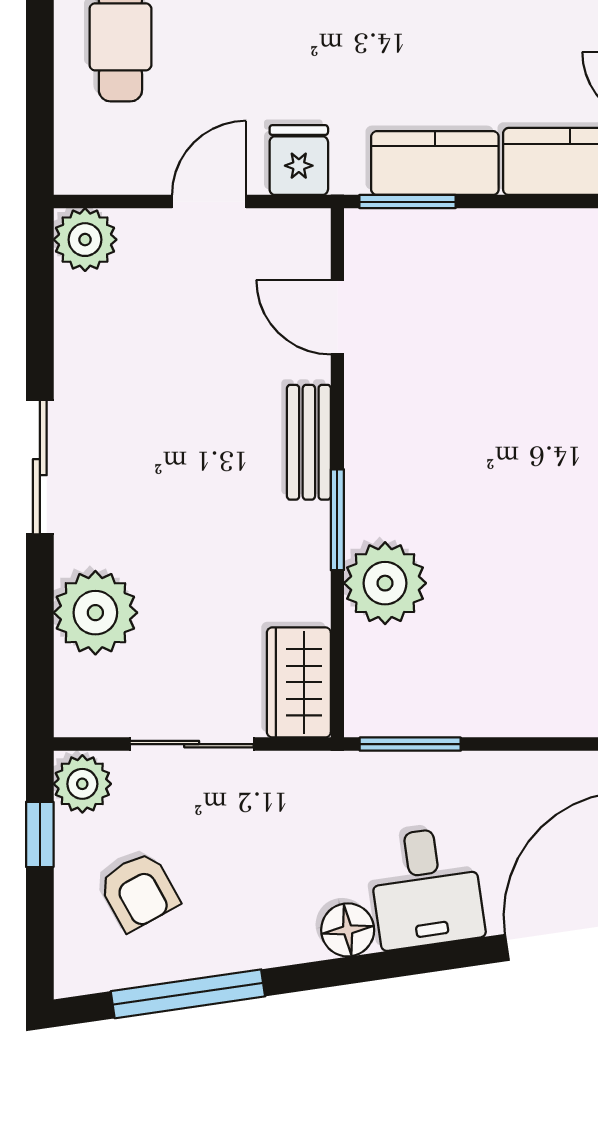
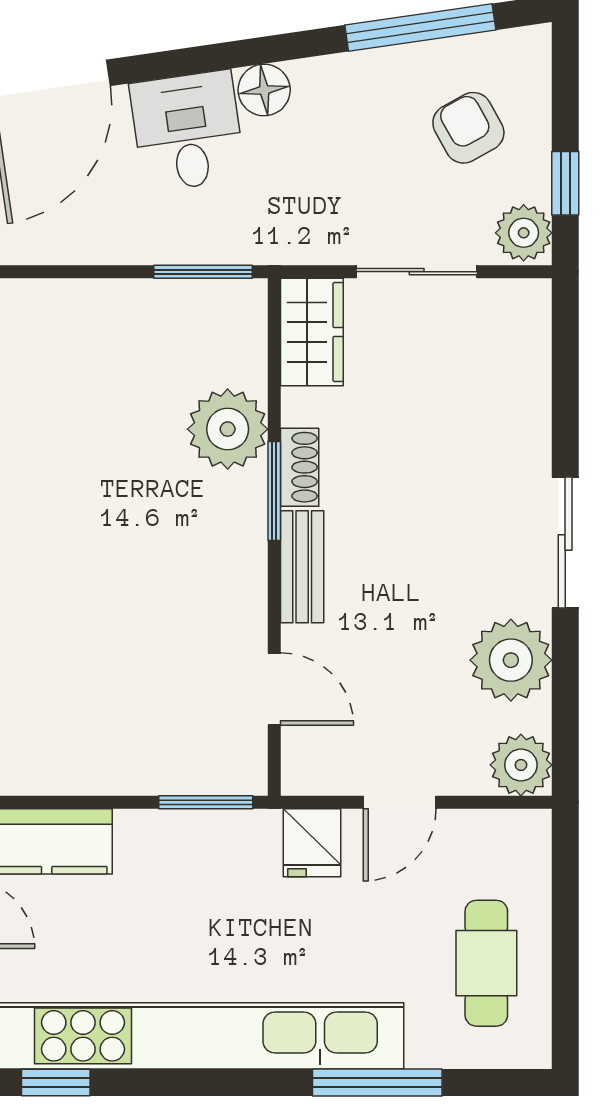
kitchen counter: (435, 163) -> (179, 840), removed
shoe rack: (311, 544) -> (300, 467), added
plant: (95, 613) -> (511, 660), moved

